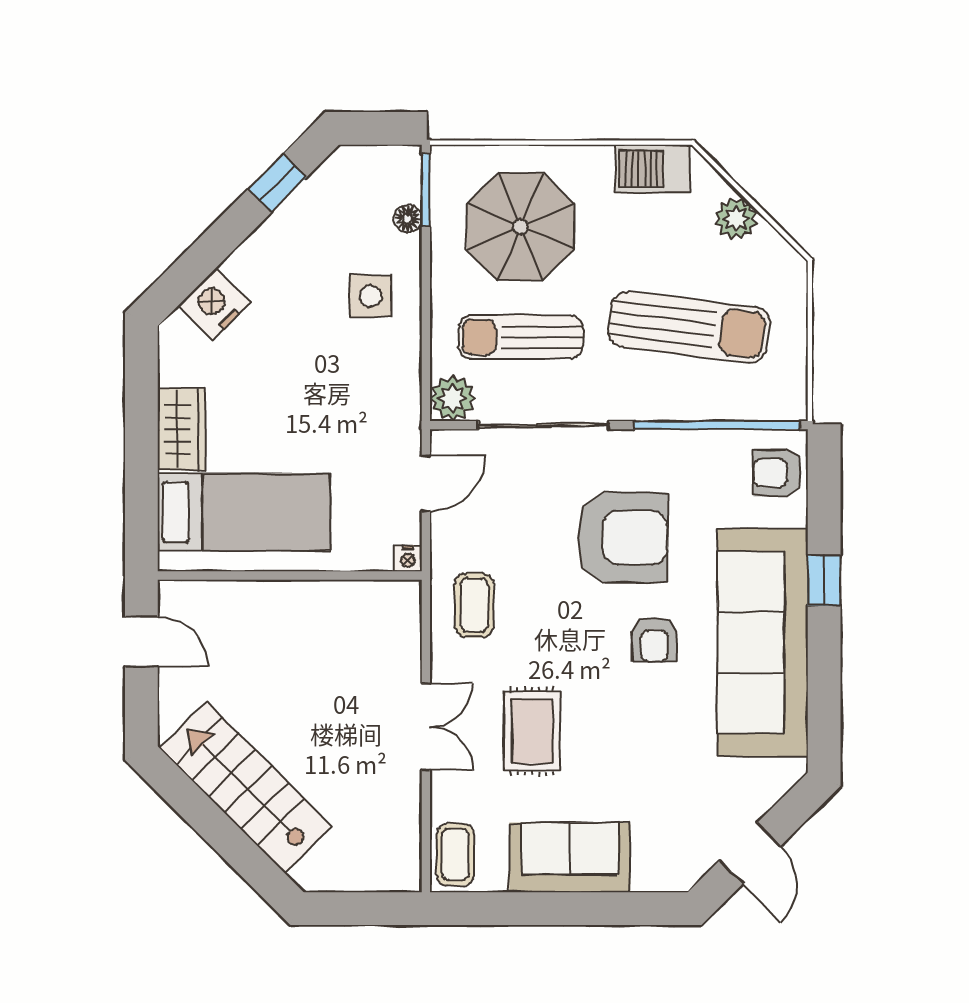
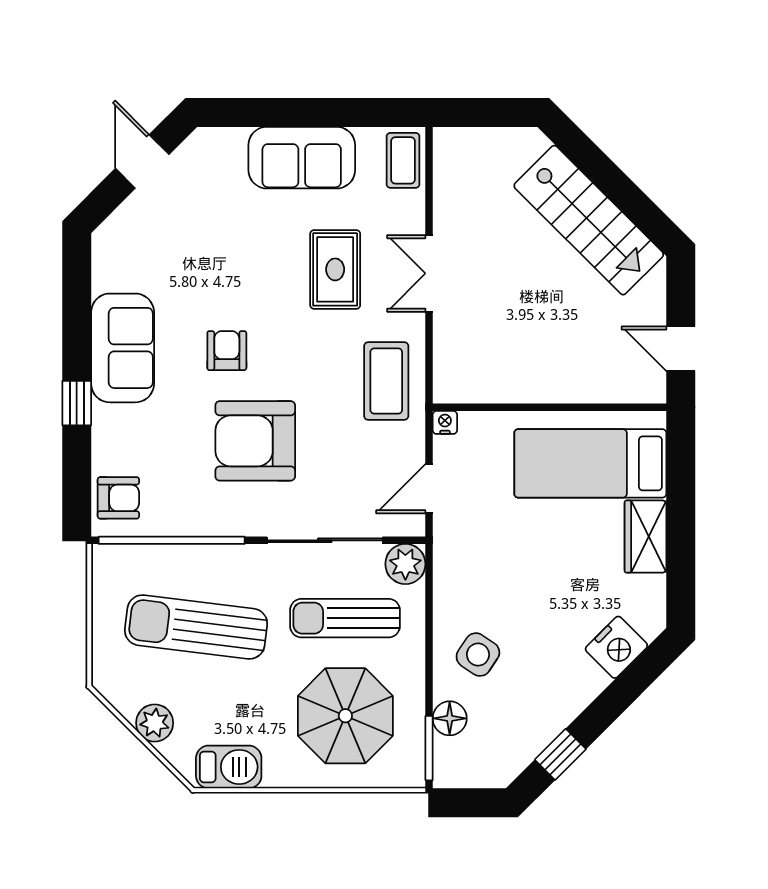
floor lamp: (408, 219) -> (450, 718), width x1.37, depth x1.37
side table: (371, 296) -> (478, 655), turned 34
sun lounger: (521, 337) -> (345, 618), turned 180
coffee table: (474, 605) -> (386, 381), width x1.36, depth x1.30
sofa: (763, 643) -> (123, 348), width x0.54, depth x0.79

